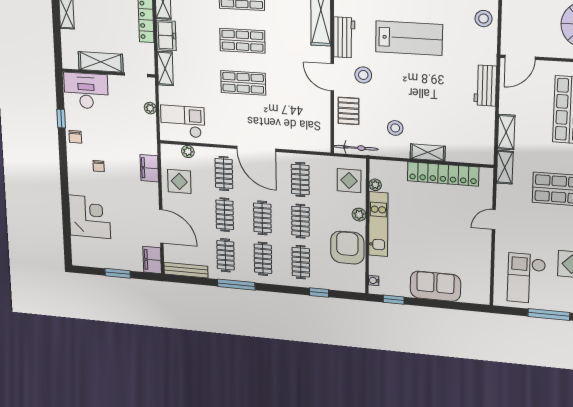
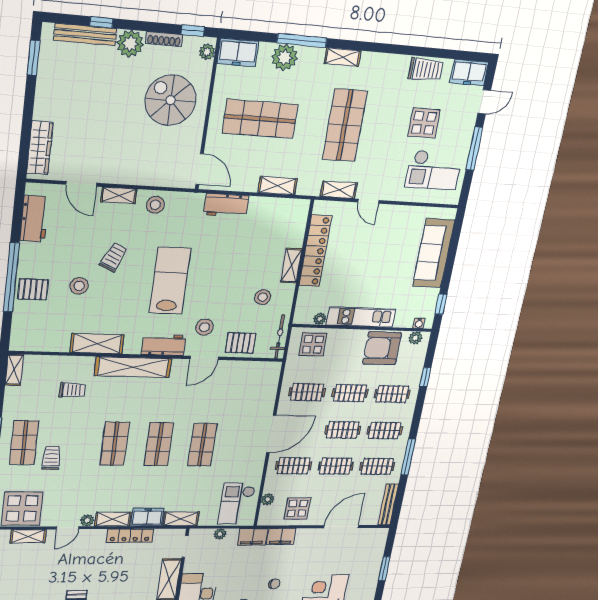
shelving: (505, 167) -> (339, 190), moved
plant: (359, 215) -> (415, 338), moved
filing cabinet: (152, 260) -> (253, 537), moved
sofa: (435, 286) -> (434, 253), width x1.36

